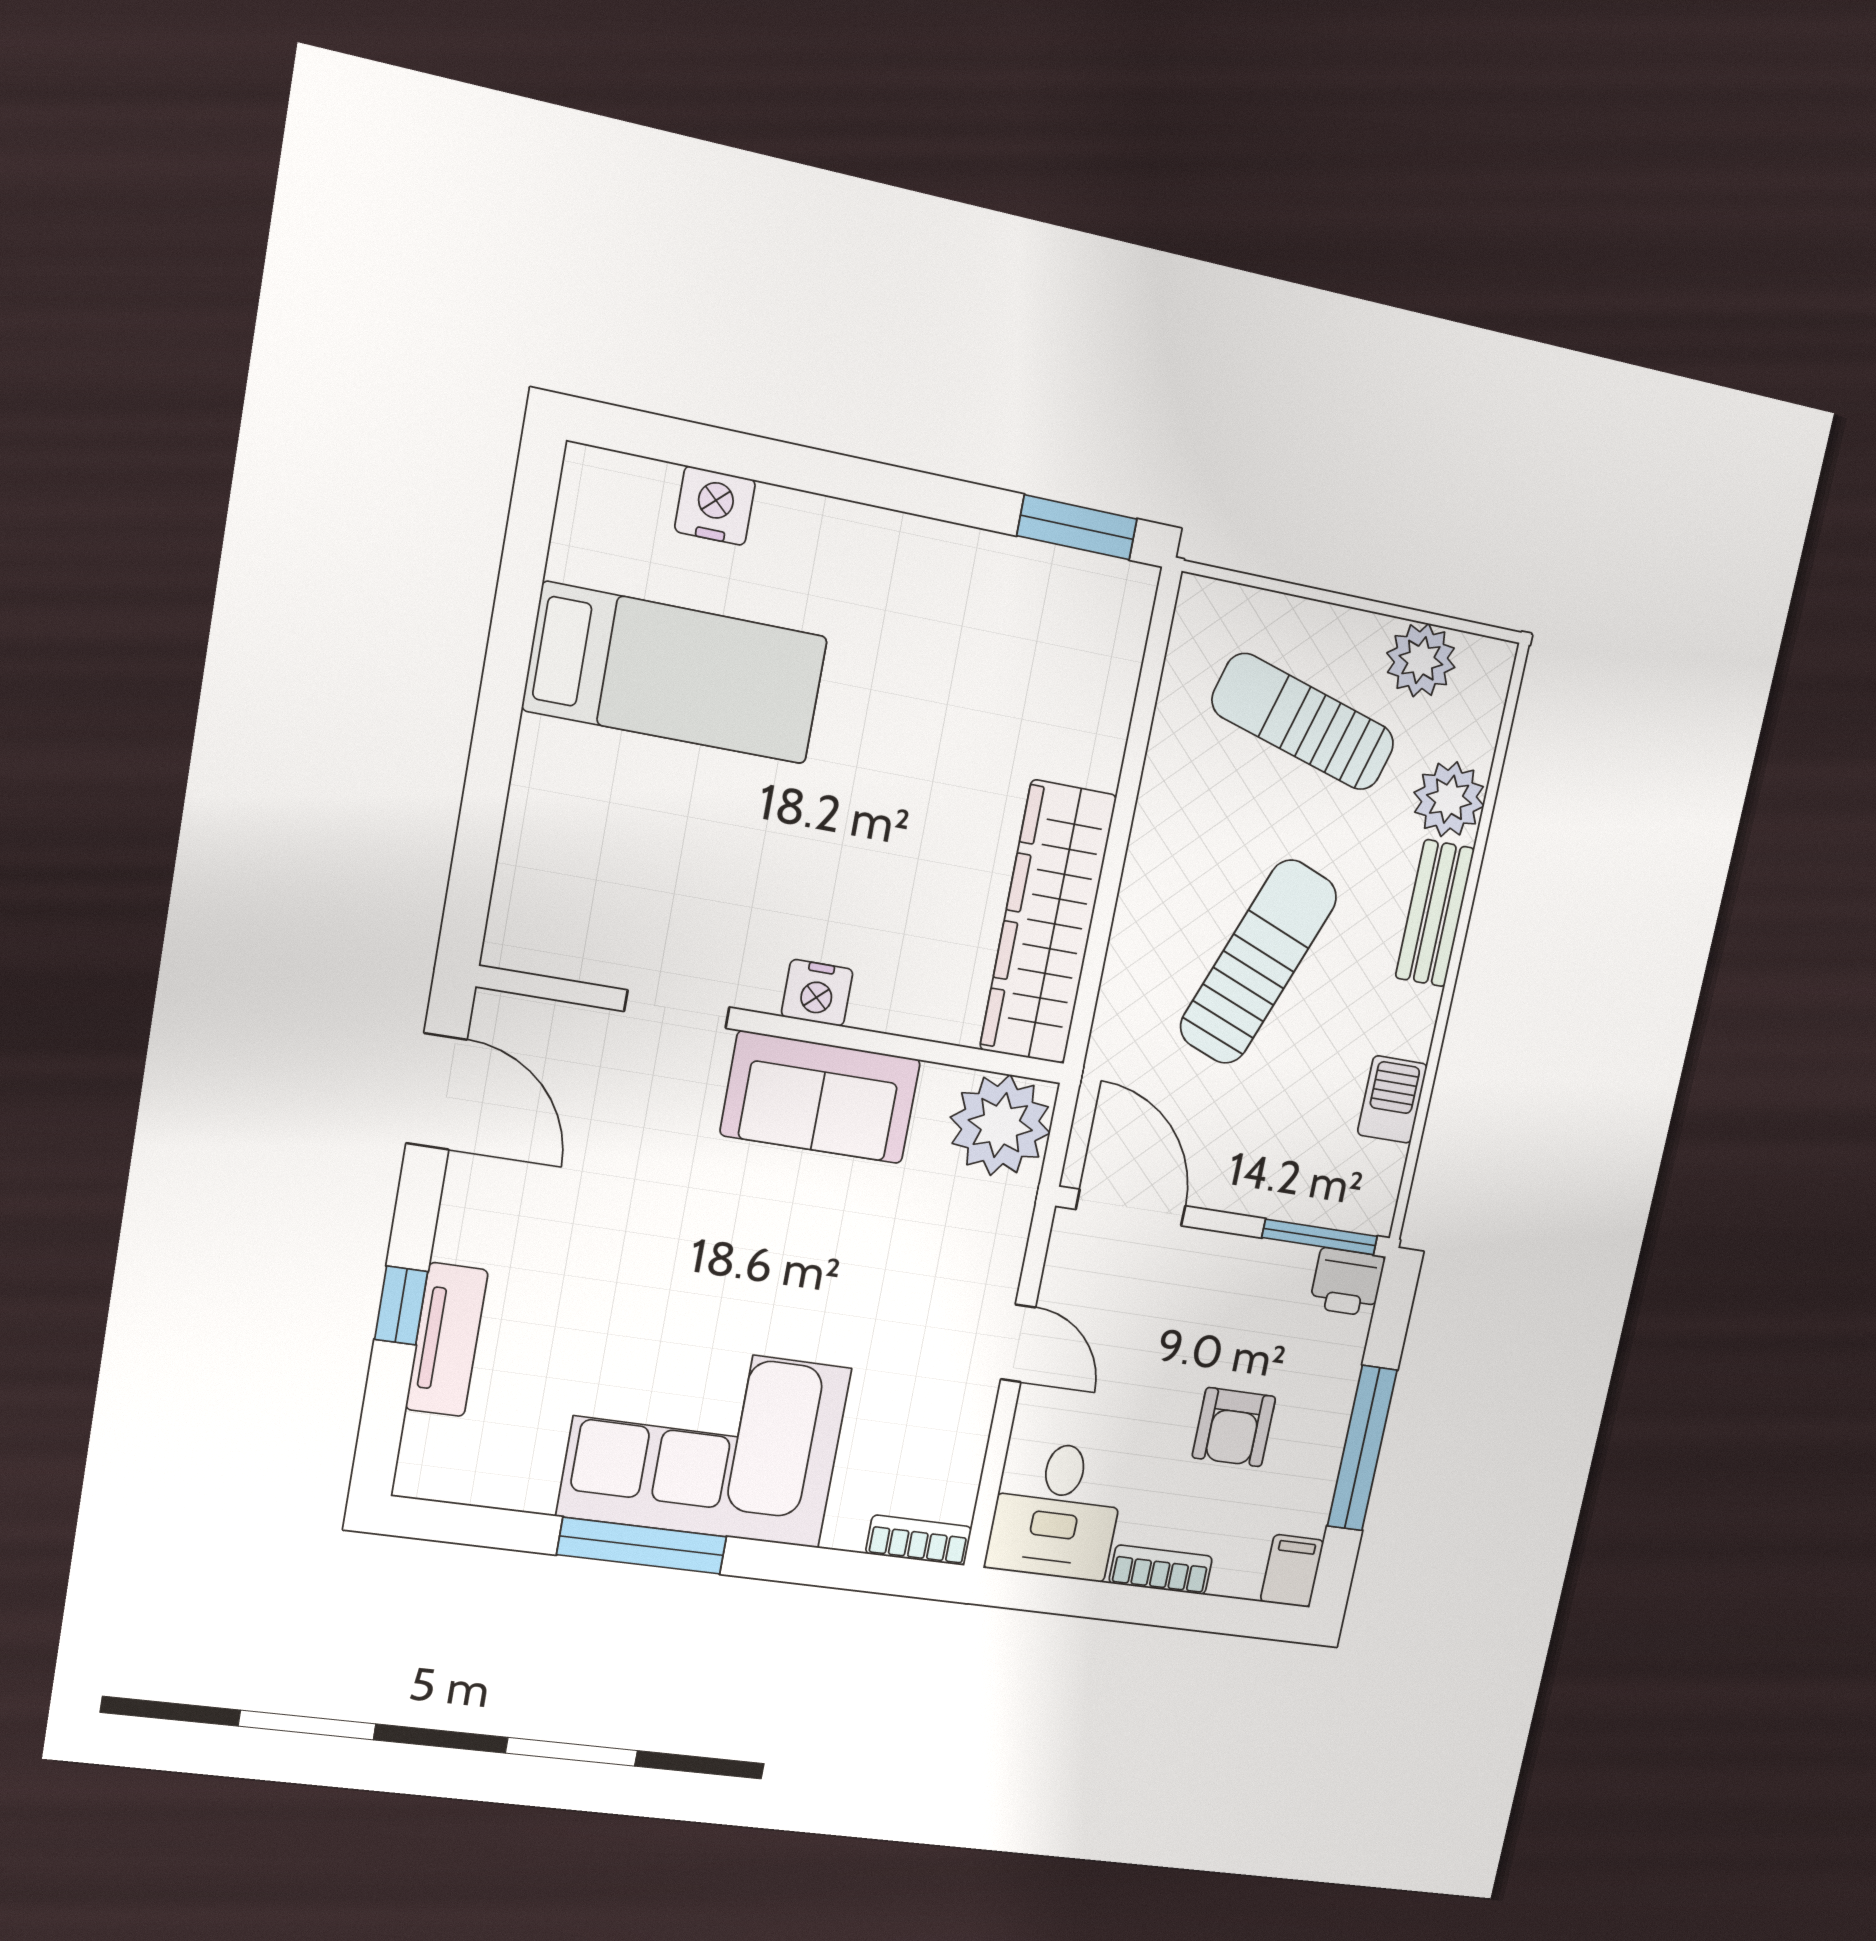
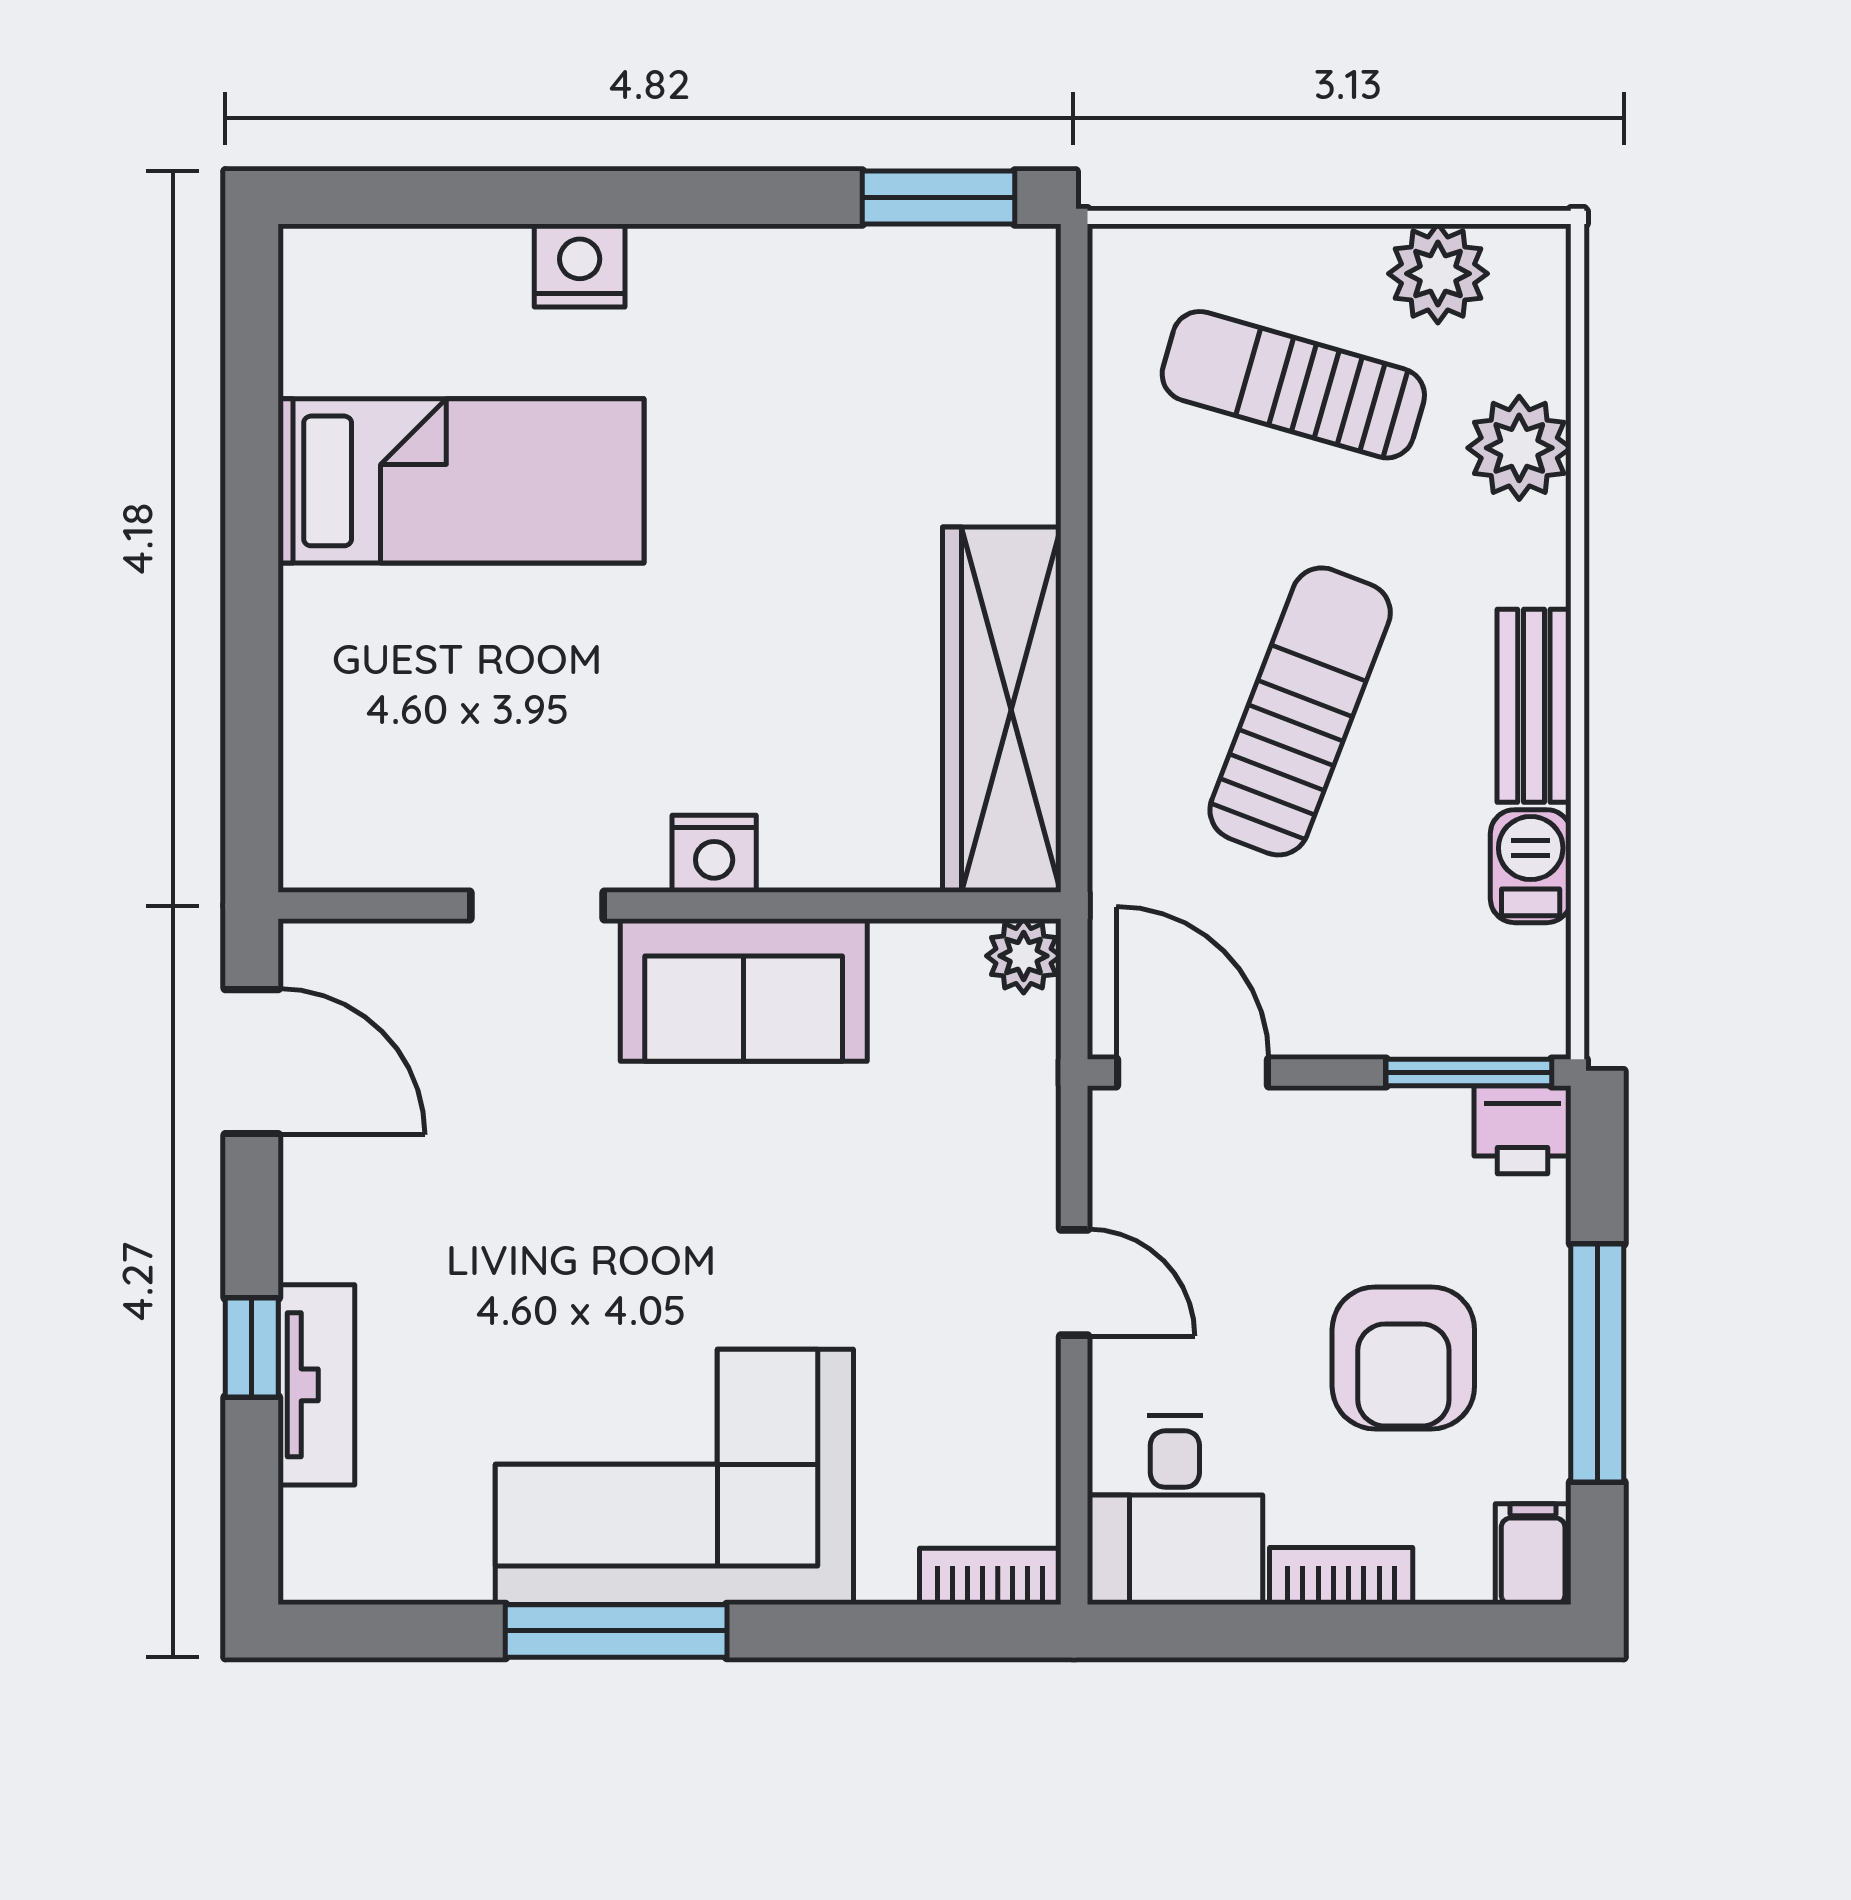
nightstand: (715, 506) -> (580, 266), moved
bench: (1435, 913) -> (1534, 706), moved
plant: (1000, 1125) -> (1024, 956), width x0.53, depth x0.53
armchair: (1234, 1427) -> (1403, 1358), width x1.38, depth x1.38

